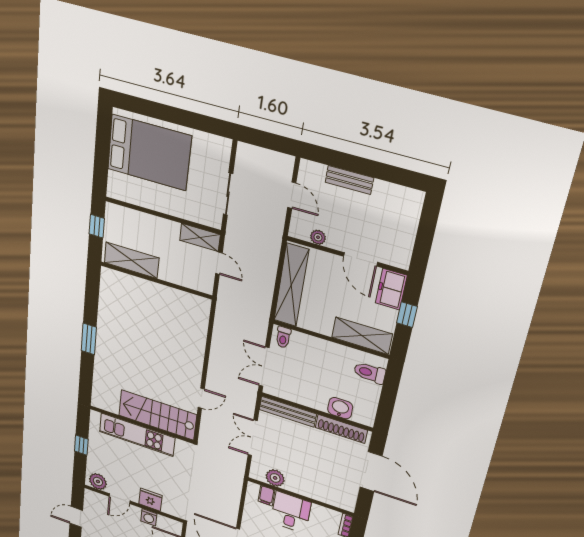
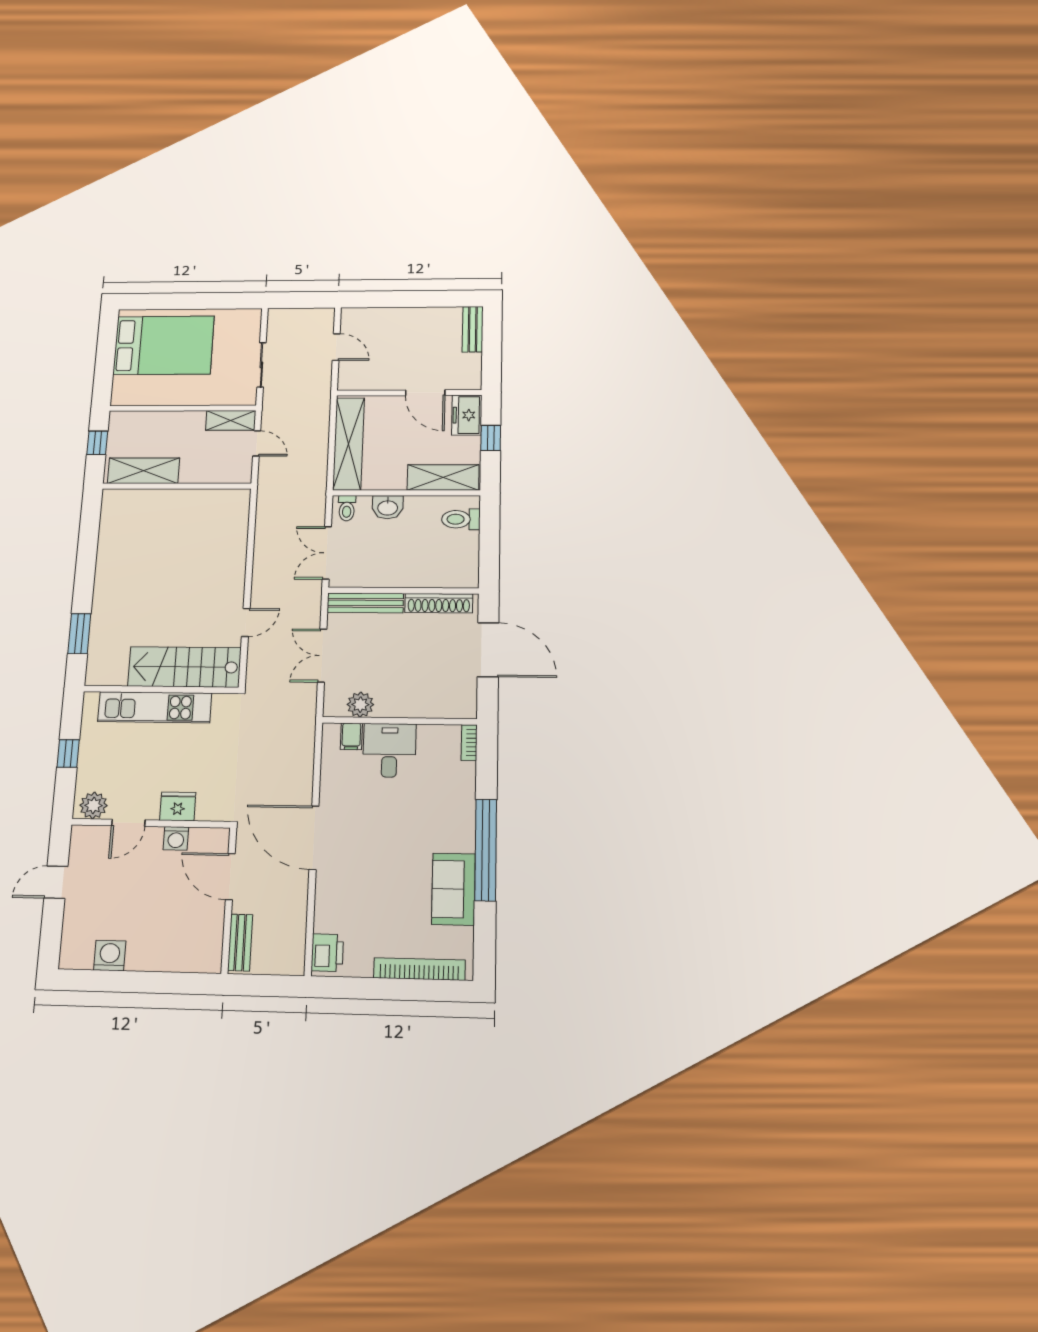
bench: (349, 180) -> (473, 329), moved, turned 90
plant: (318, 237) -> (373, 383), removed
window: (89, 339) -> (79, 634), moved
washbasin: (340, 408) -> (388, 507), moved, turned 180

